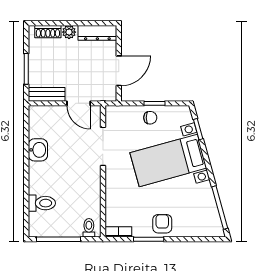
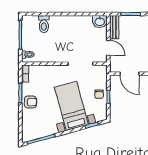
door: (79, 103) -> (108, 48), swing flipped
washbasin: (38, 150) -> (100, 21), moved

